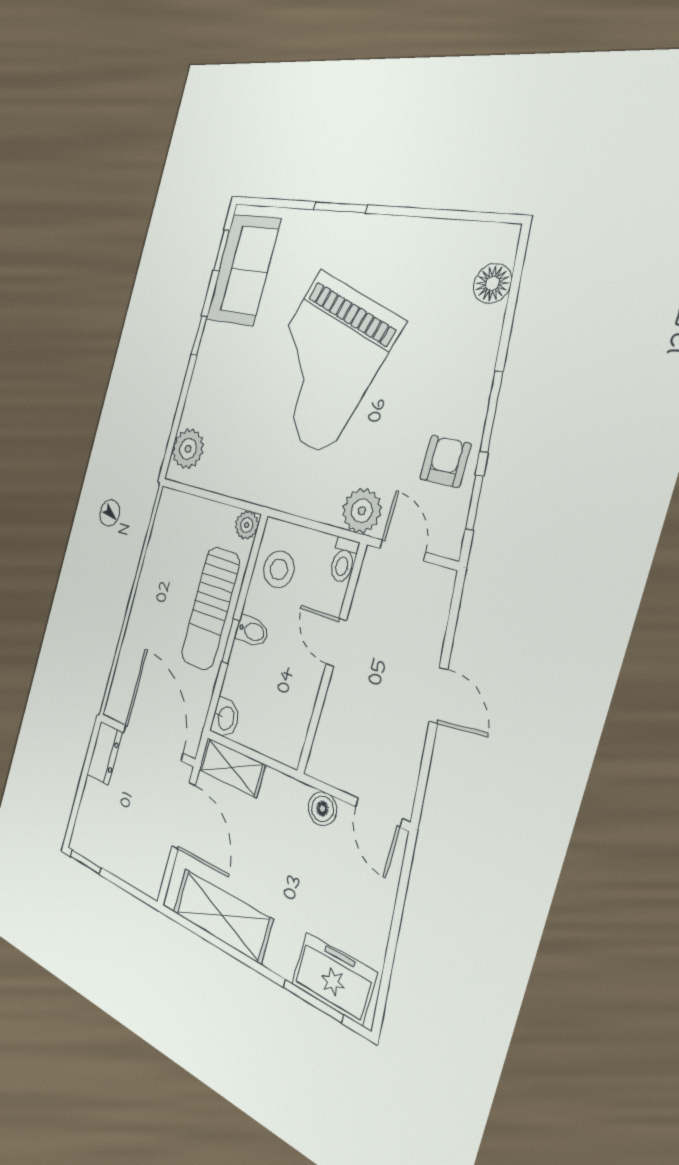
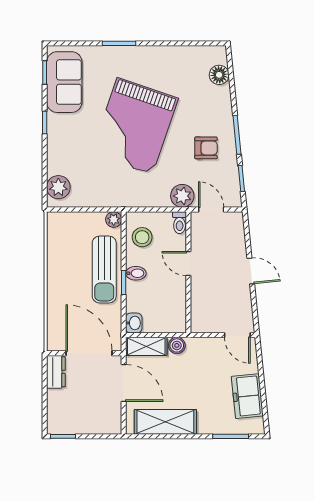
armchair: (445, 461) -> (206, 148), moved, turned 90
boiler: (322, 809) -> (177, 345), moved
freezer: (334, 978) -> (247, 396), moved, turned -96

